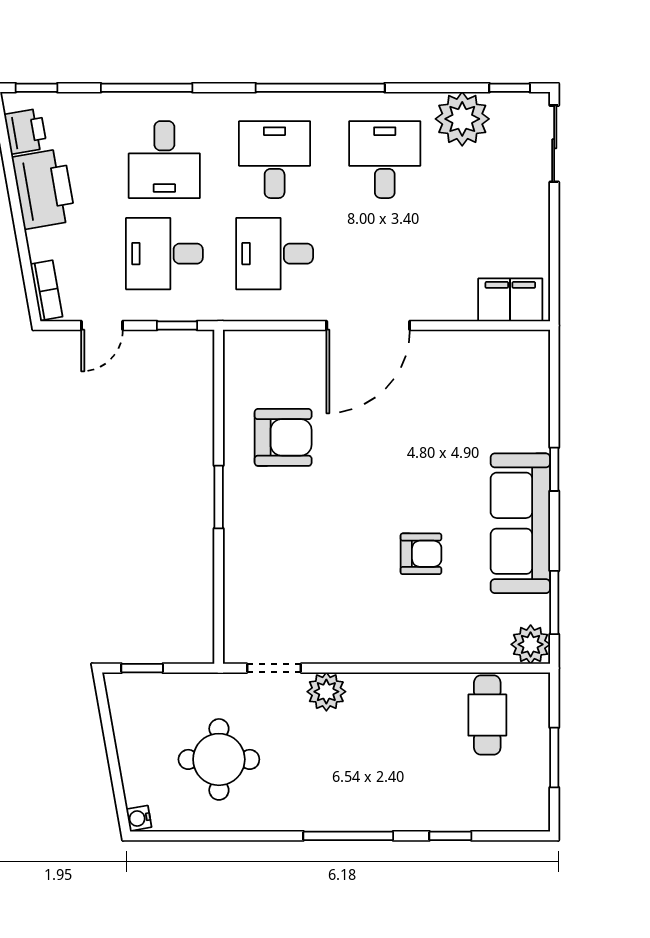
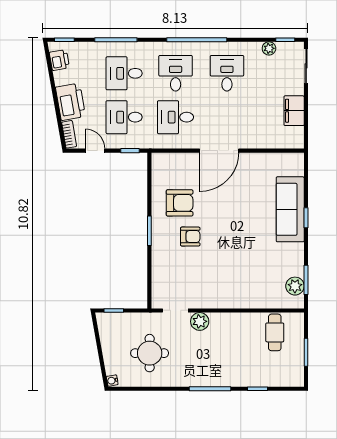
plant: (462, 119) -> (269, 48), width x0.53, depth x0.53
desk: (164, 160) -> (124, 73), turned 90
printer: (44, 189) -> (70, 102), moved
filing cabinet: (510, 300) -> (294, 111), moved, turned -90
door: (102, 325) -> (95, 151), swing flipped
sofa: (520, 523) -> (290, 209), moved
armchair: (421, 554) -> (190, 237), moved
plant: (531, 644) -> (295, 286), moved

